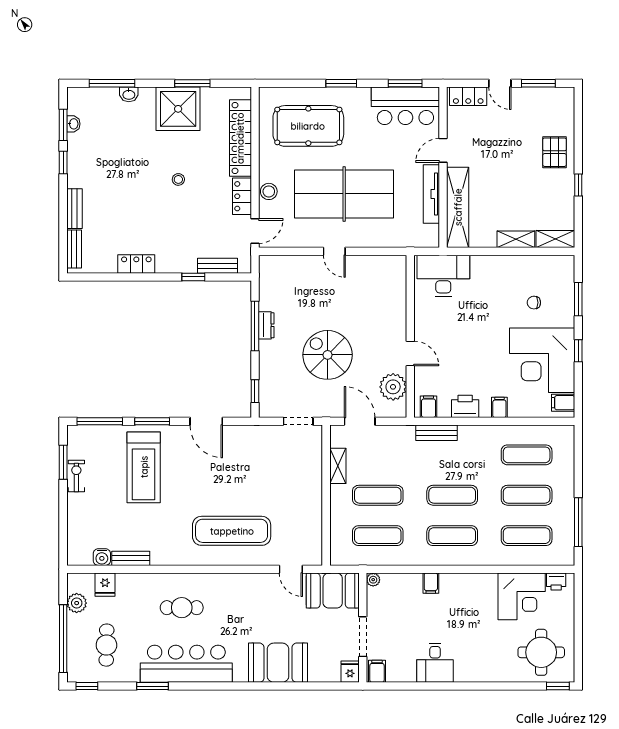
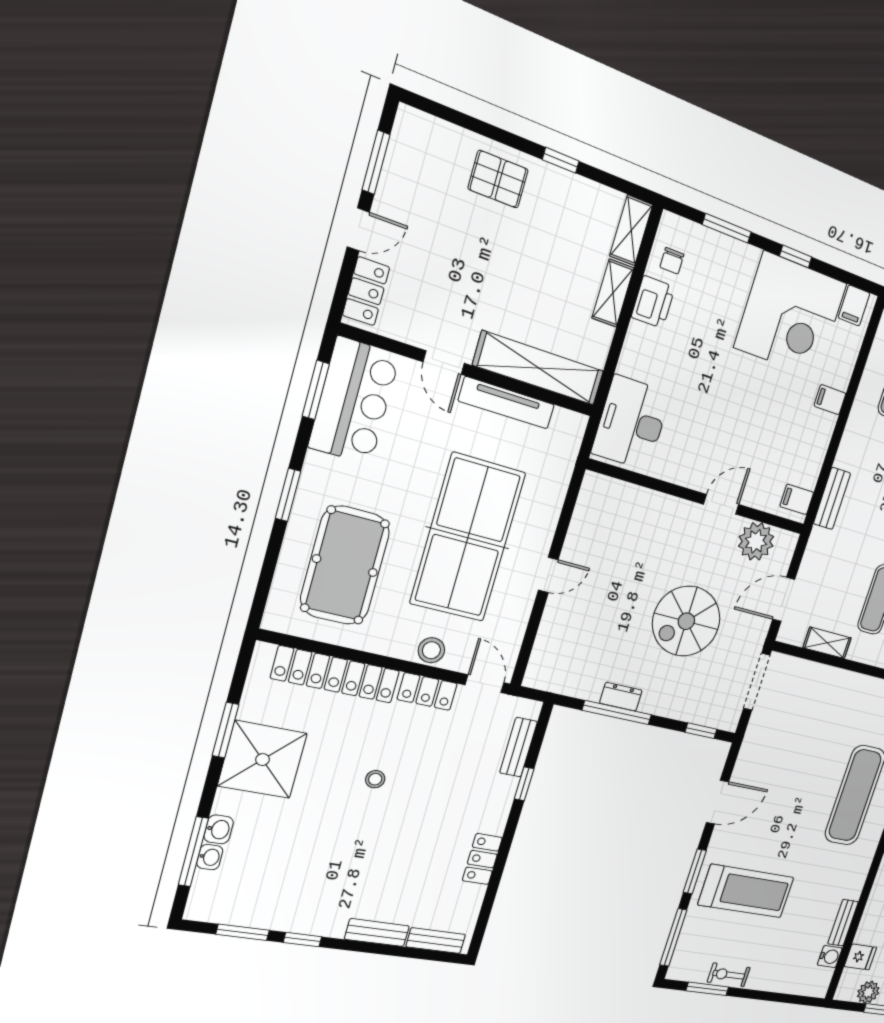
washbasin: (73, 124) -> (210, 857), moved, turned 90
chair: (534, 303) -> (672, 261), moved
printer: (465, 406) -> (653, 302), moved, turned 180
doorway: (298, 421) -> (757, 682), width x1.38

